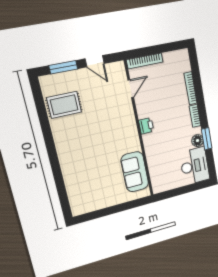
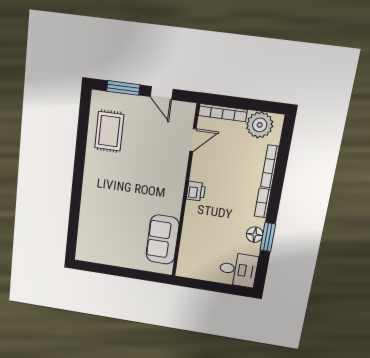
plant: (173, 61) -> (260, 125), added
rug: (64, 105) -> (109, 131), turned 90
desk: (195, 166) -> (238, 270), width x0.73

